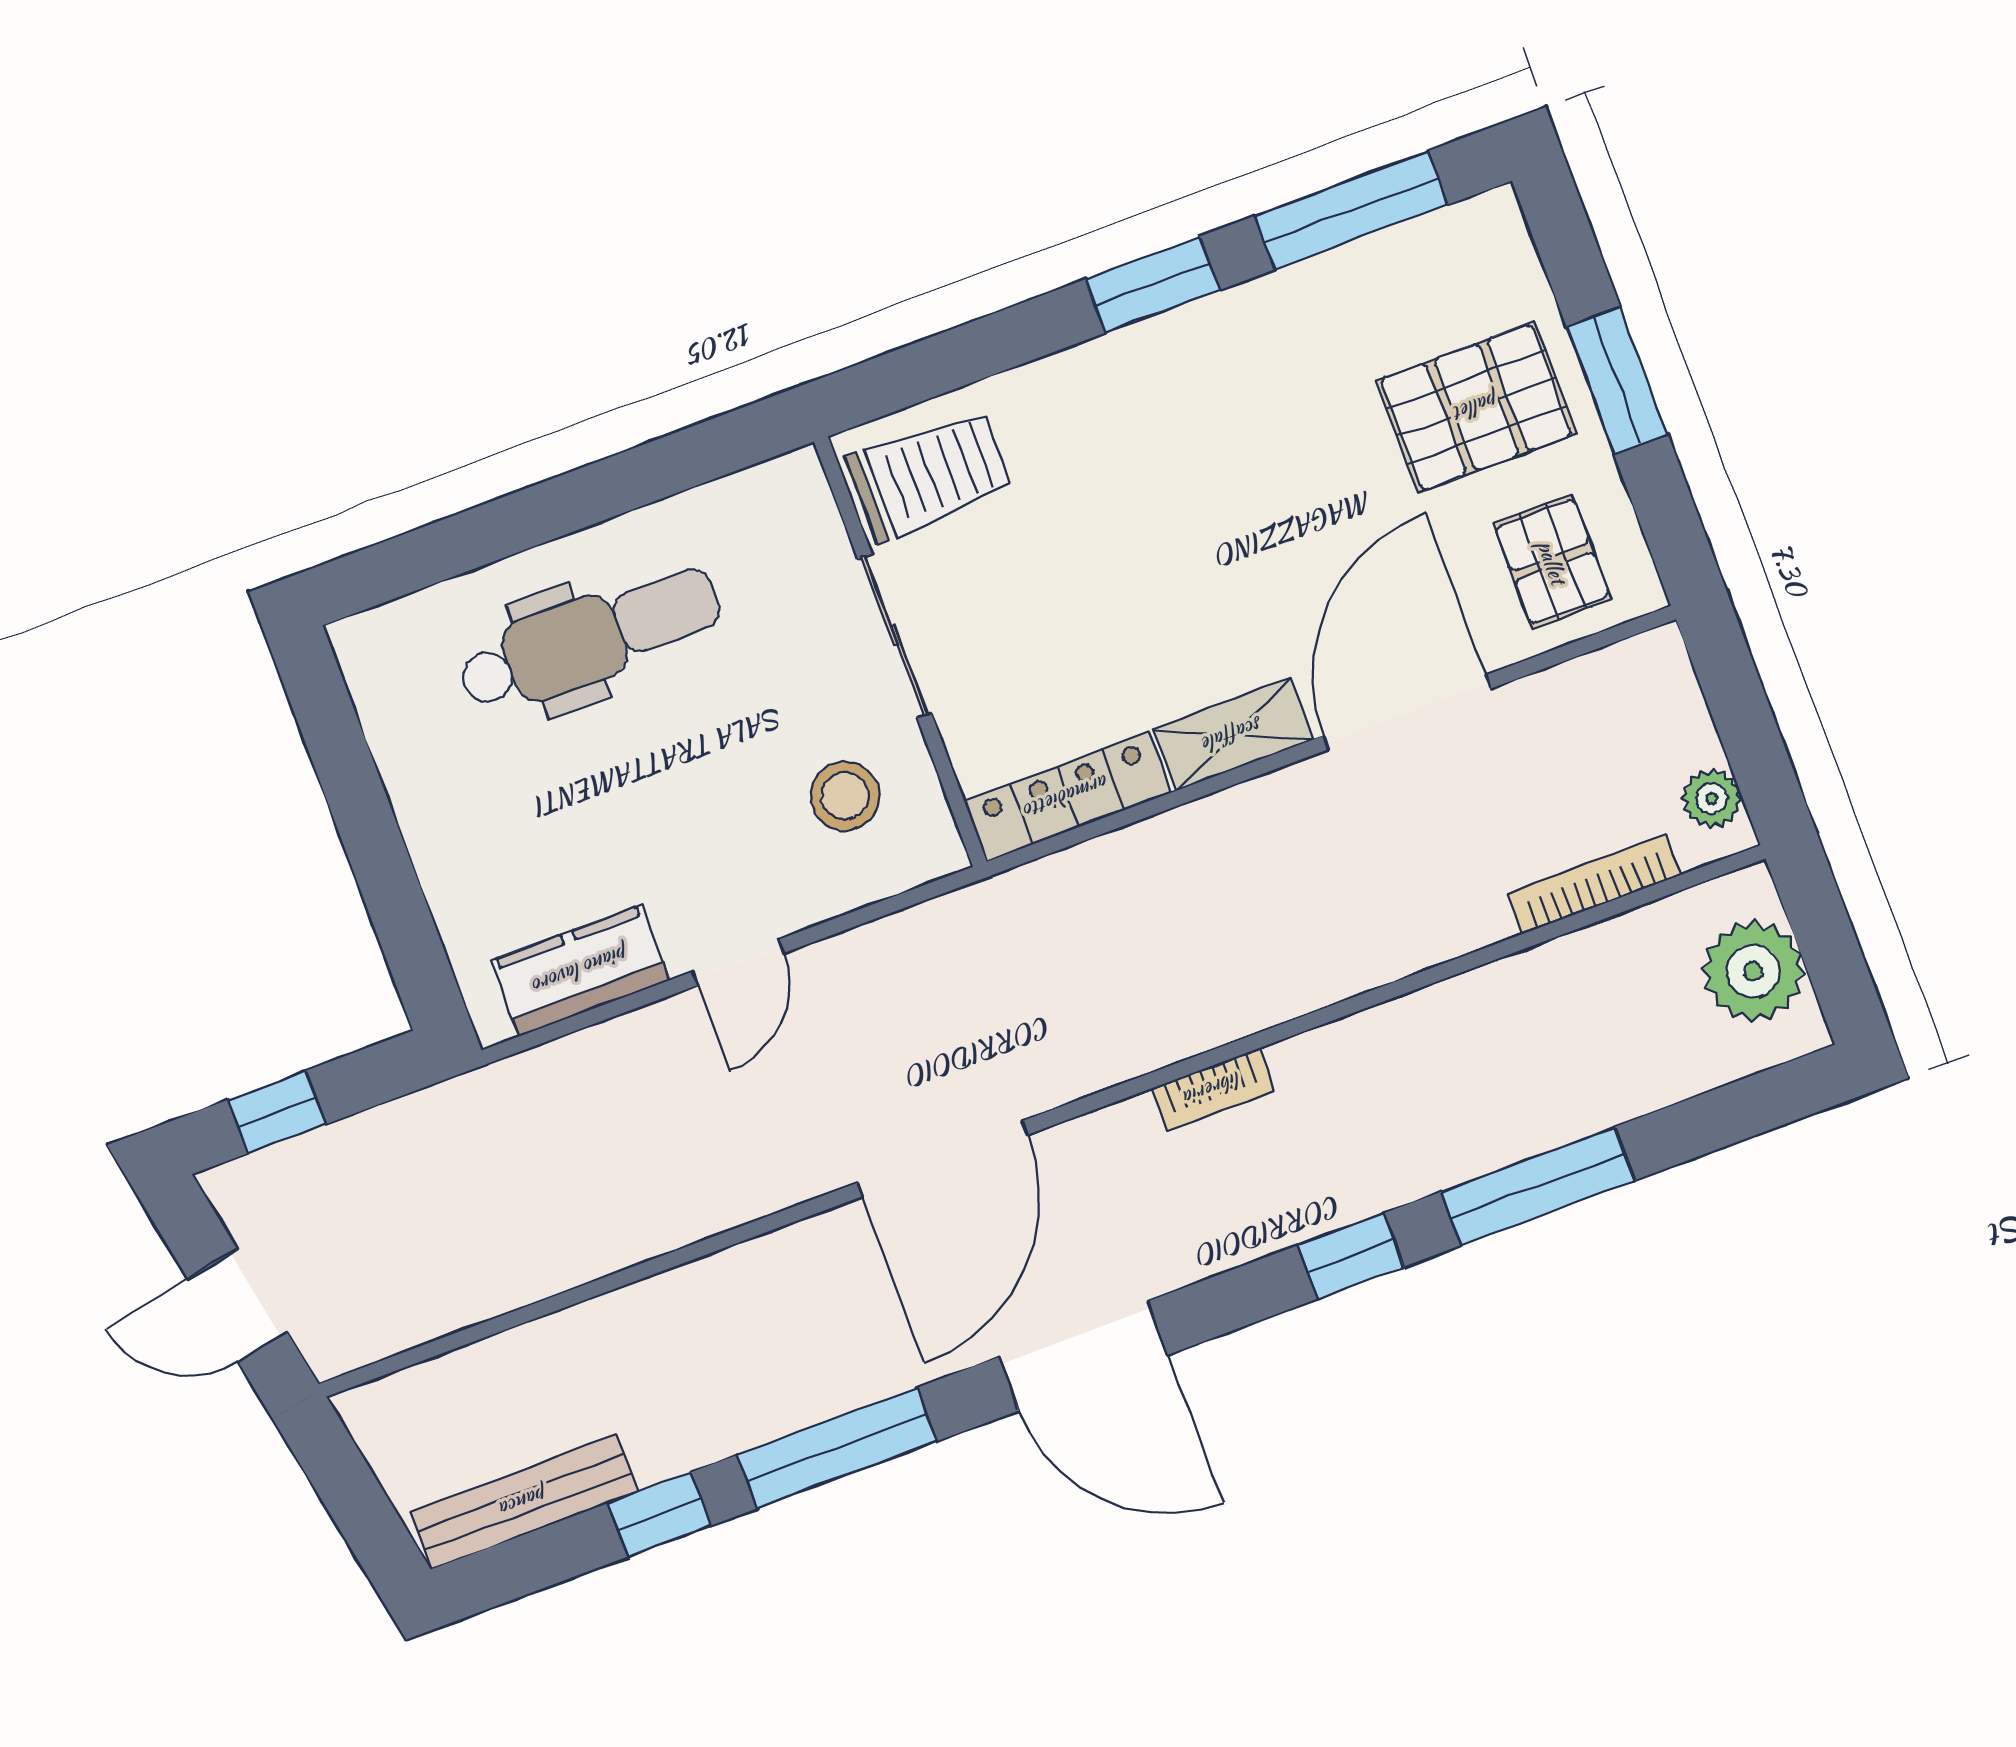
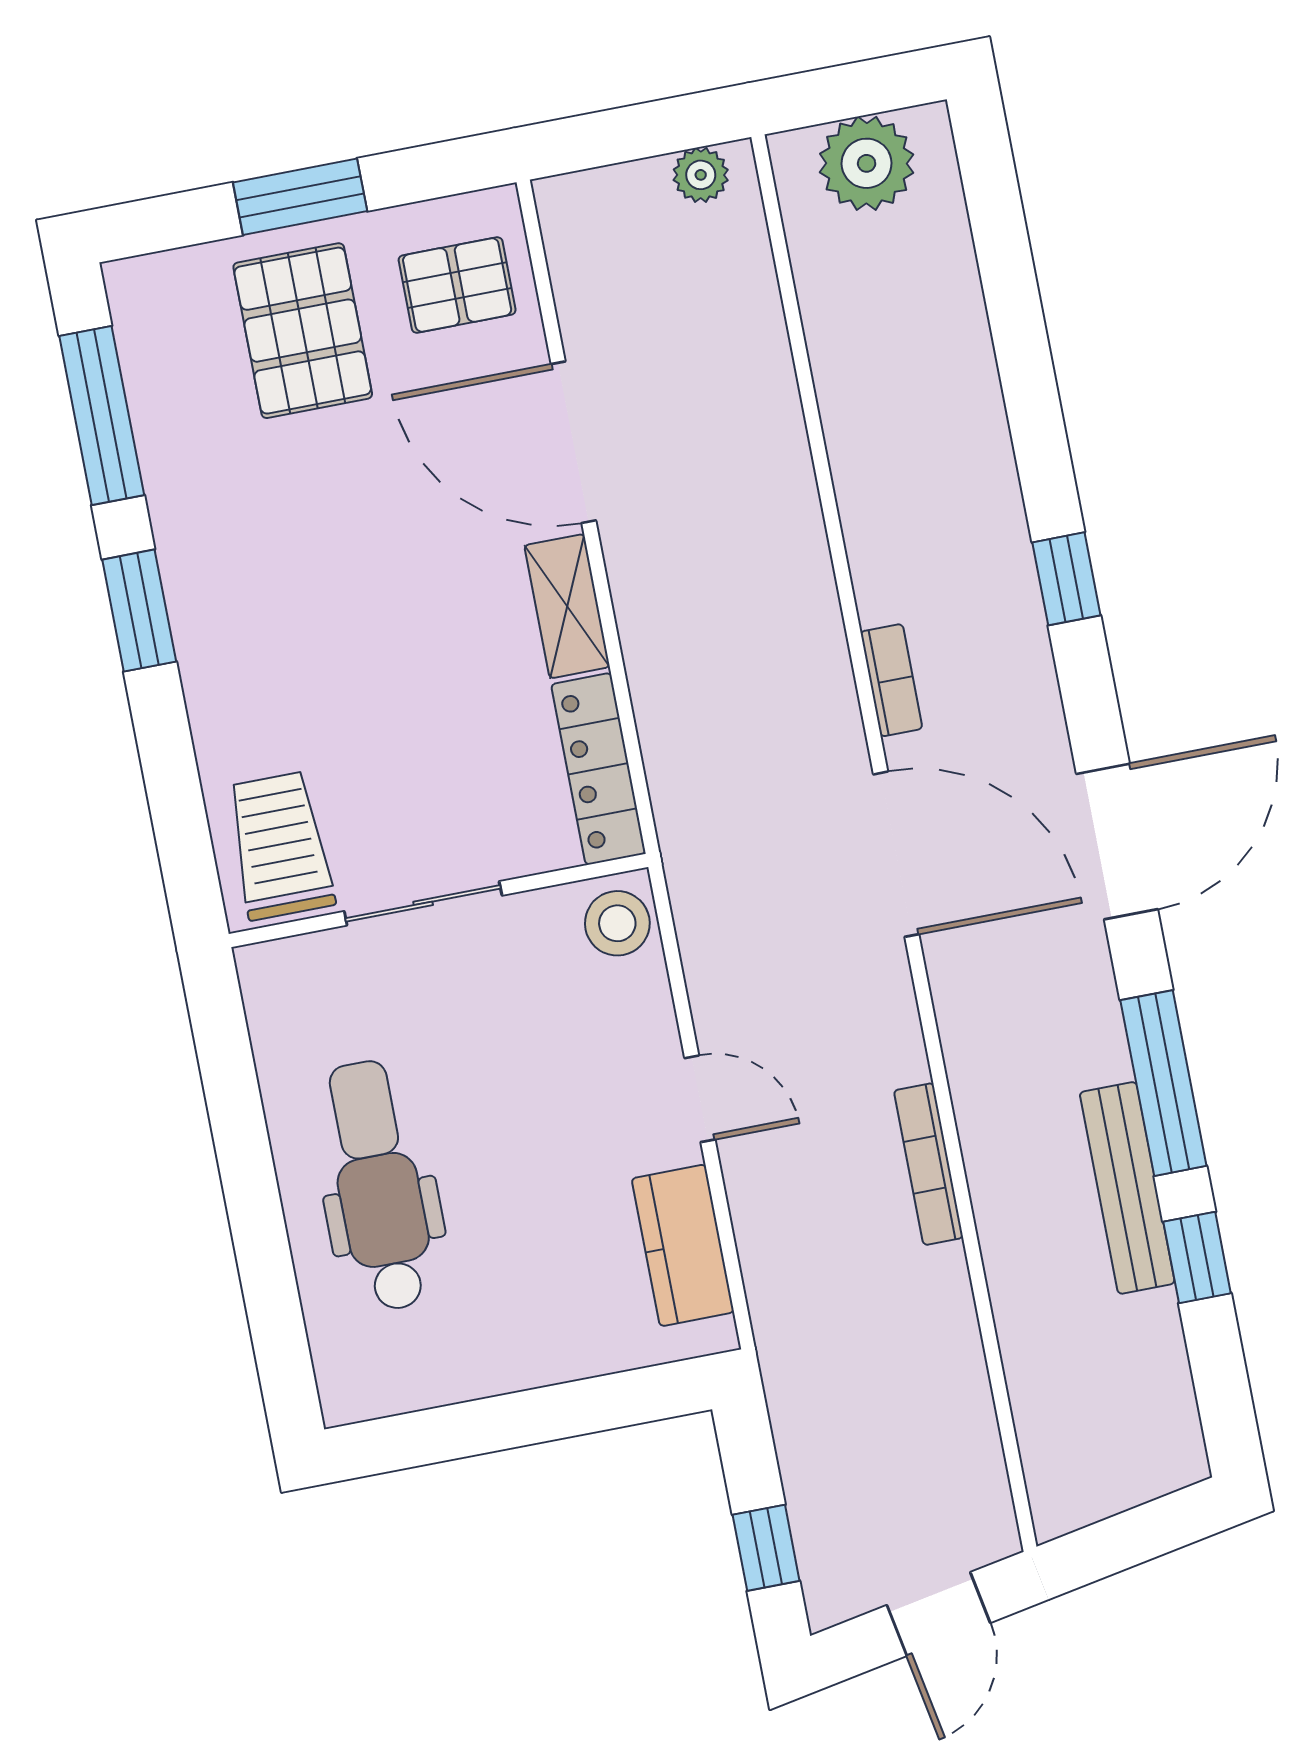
stool: (845, 796) -> (617, 923), moved
bookcase: (1594, 884) -> (928, 1164), moved
door: (942, 1159) -> (896, 854), moved
window: (1537, 1186) -> (1031, 396), removed
bench: (524, 1502) -> (1127, 1188), moved

